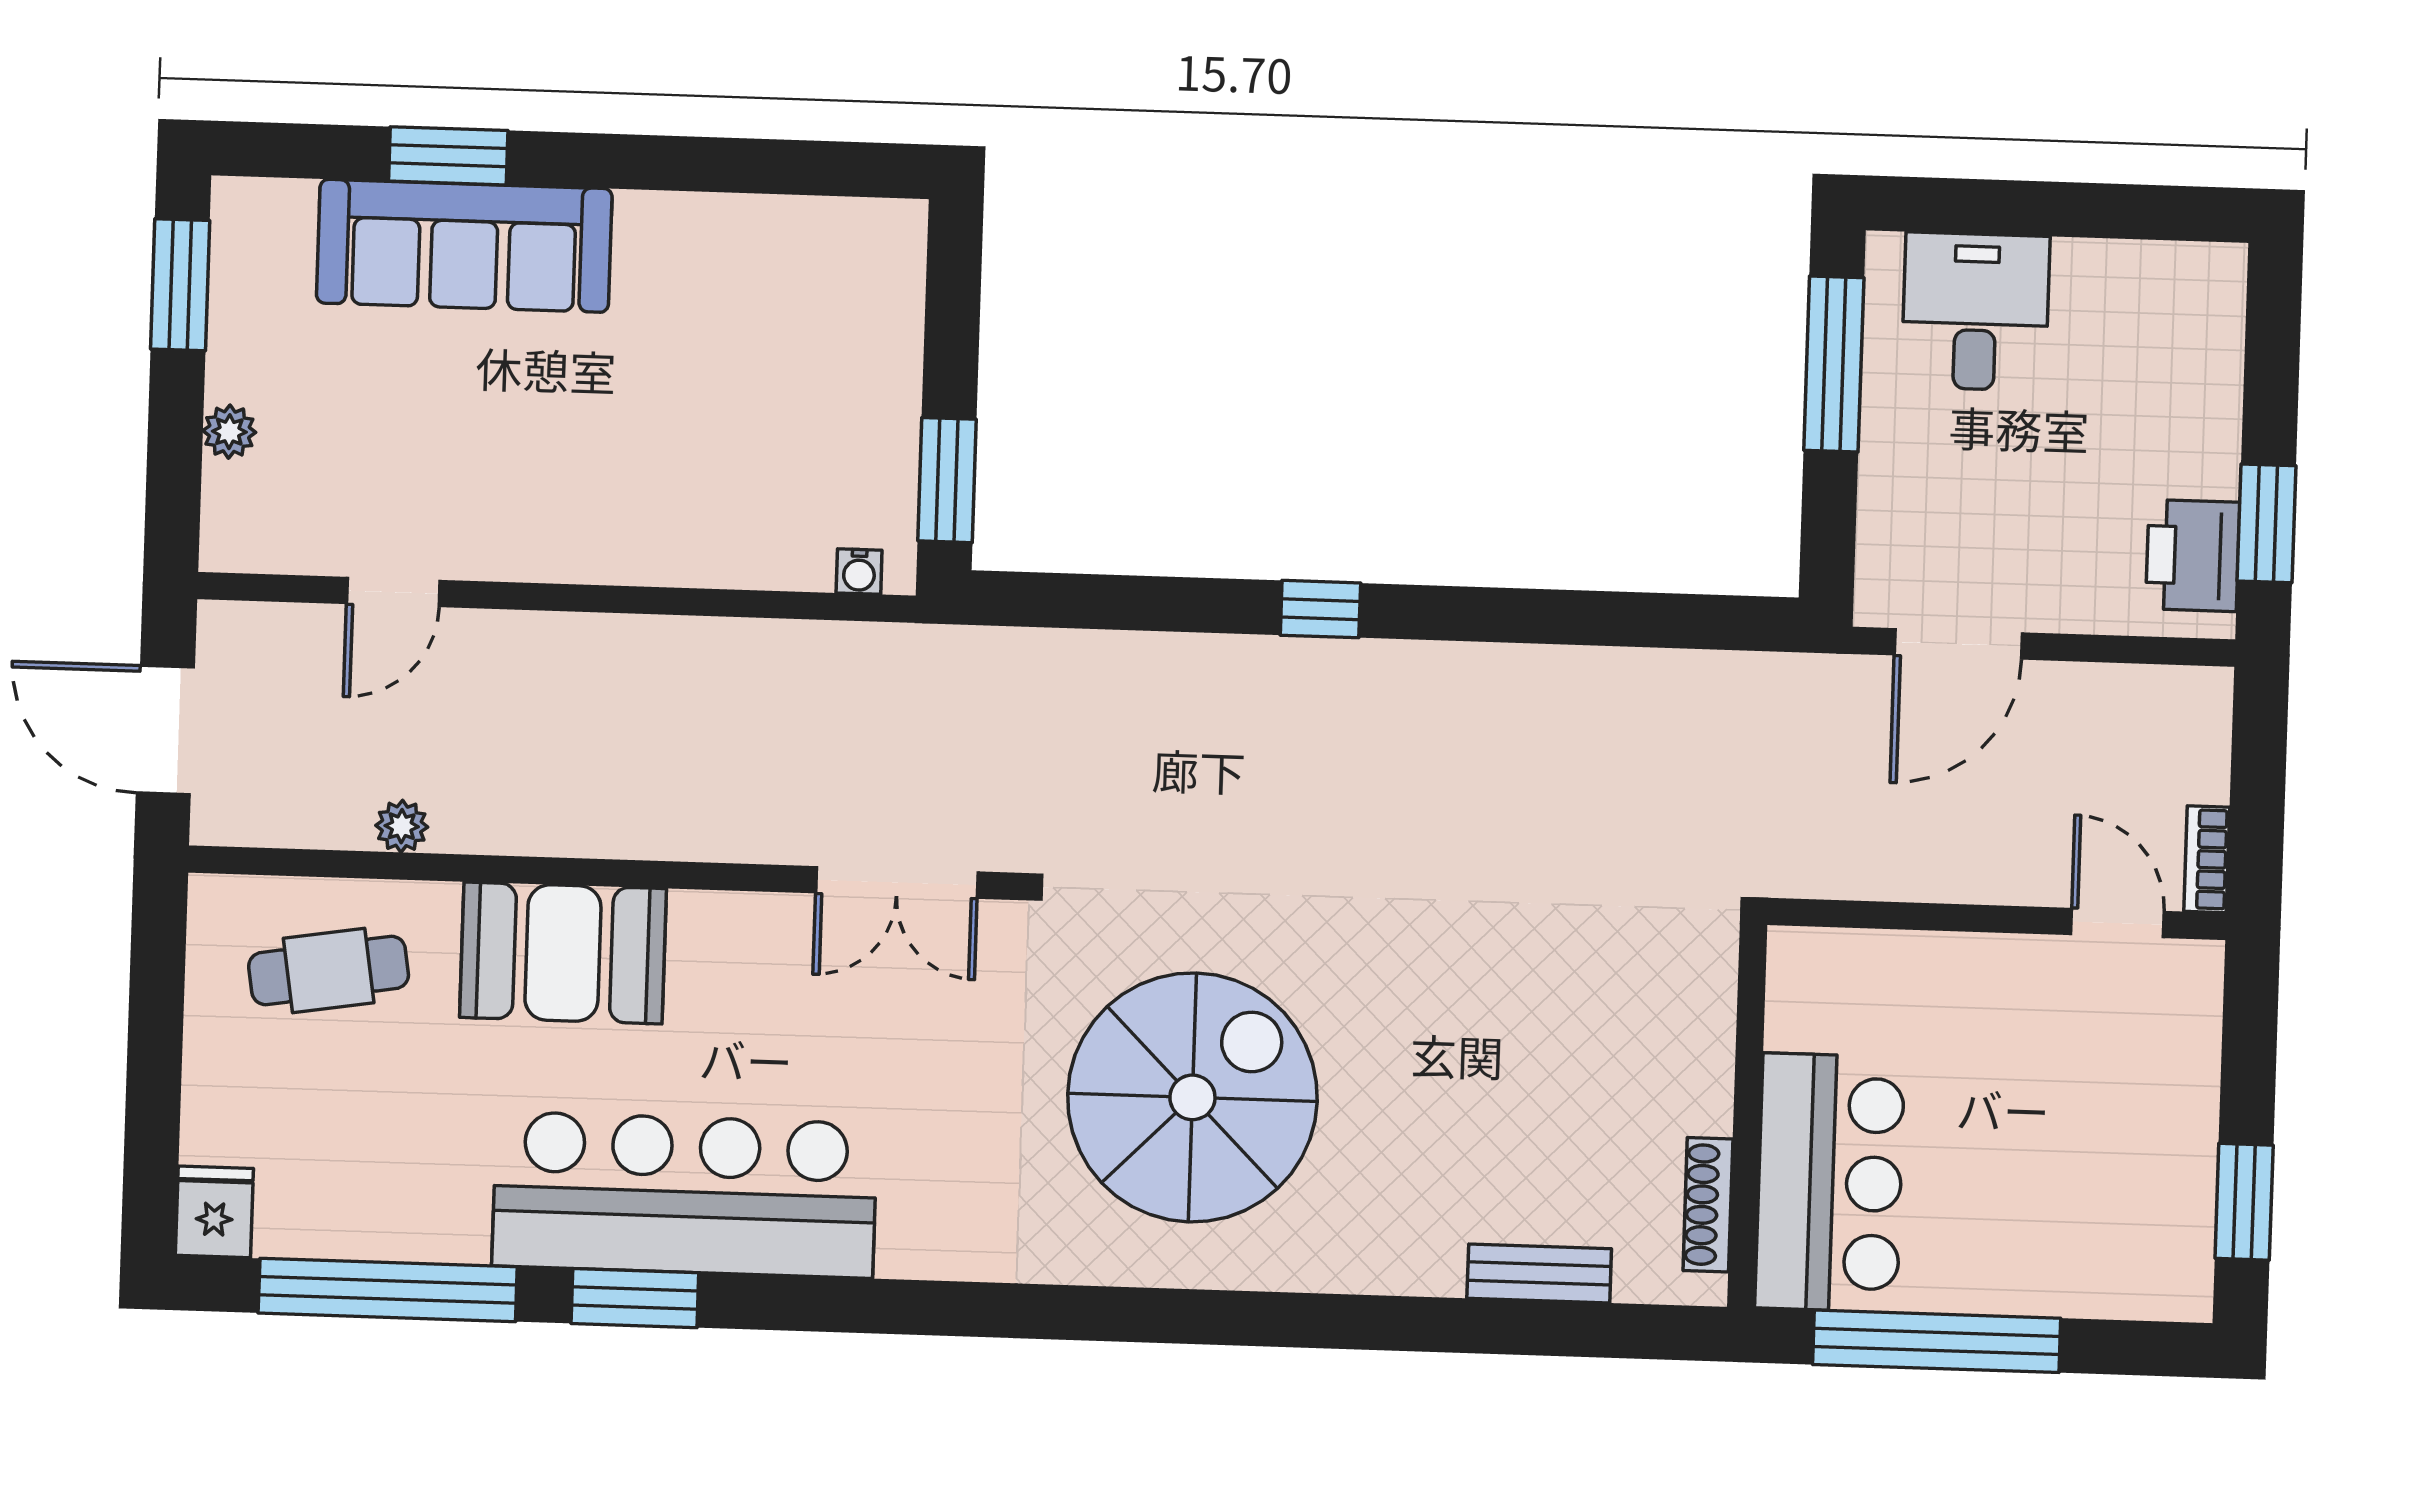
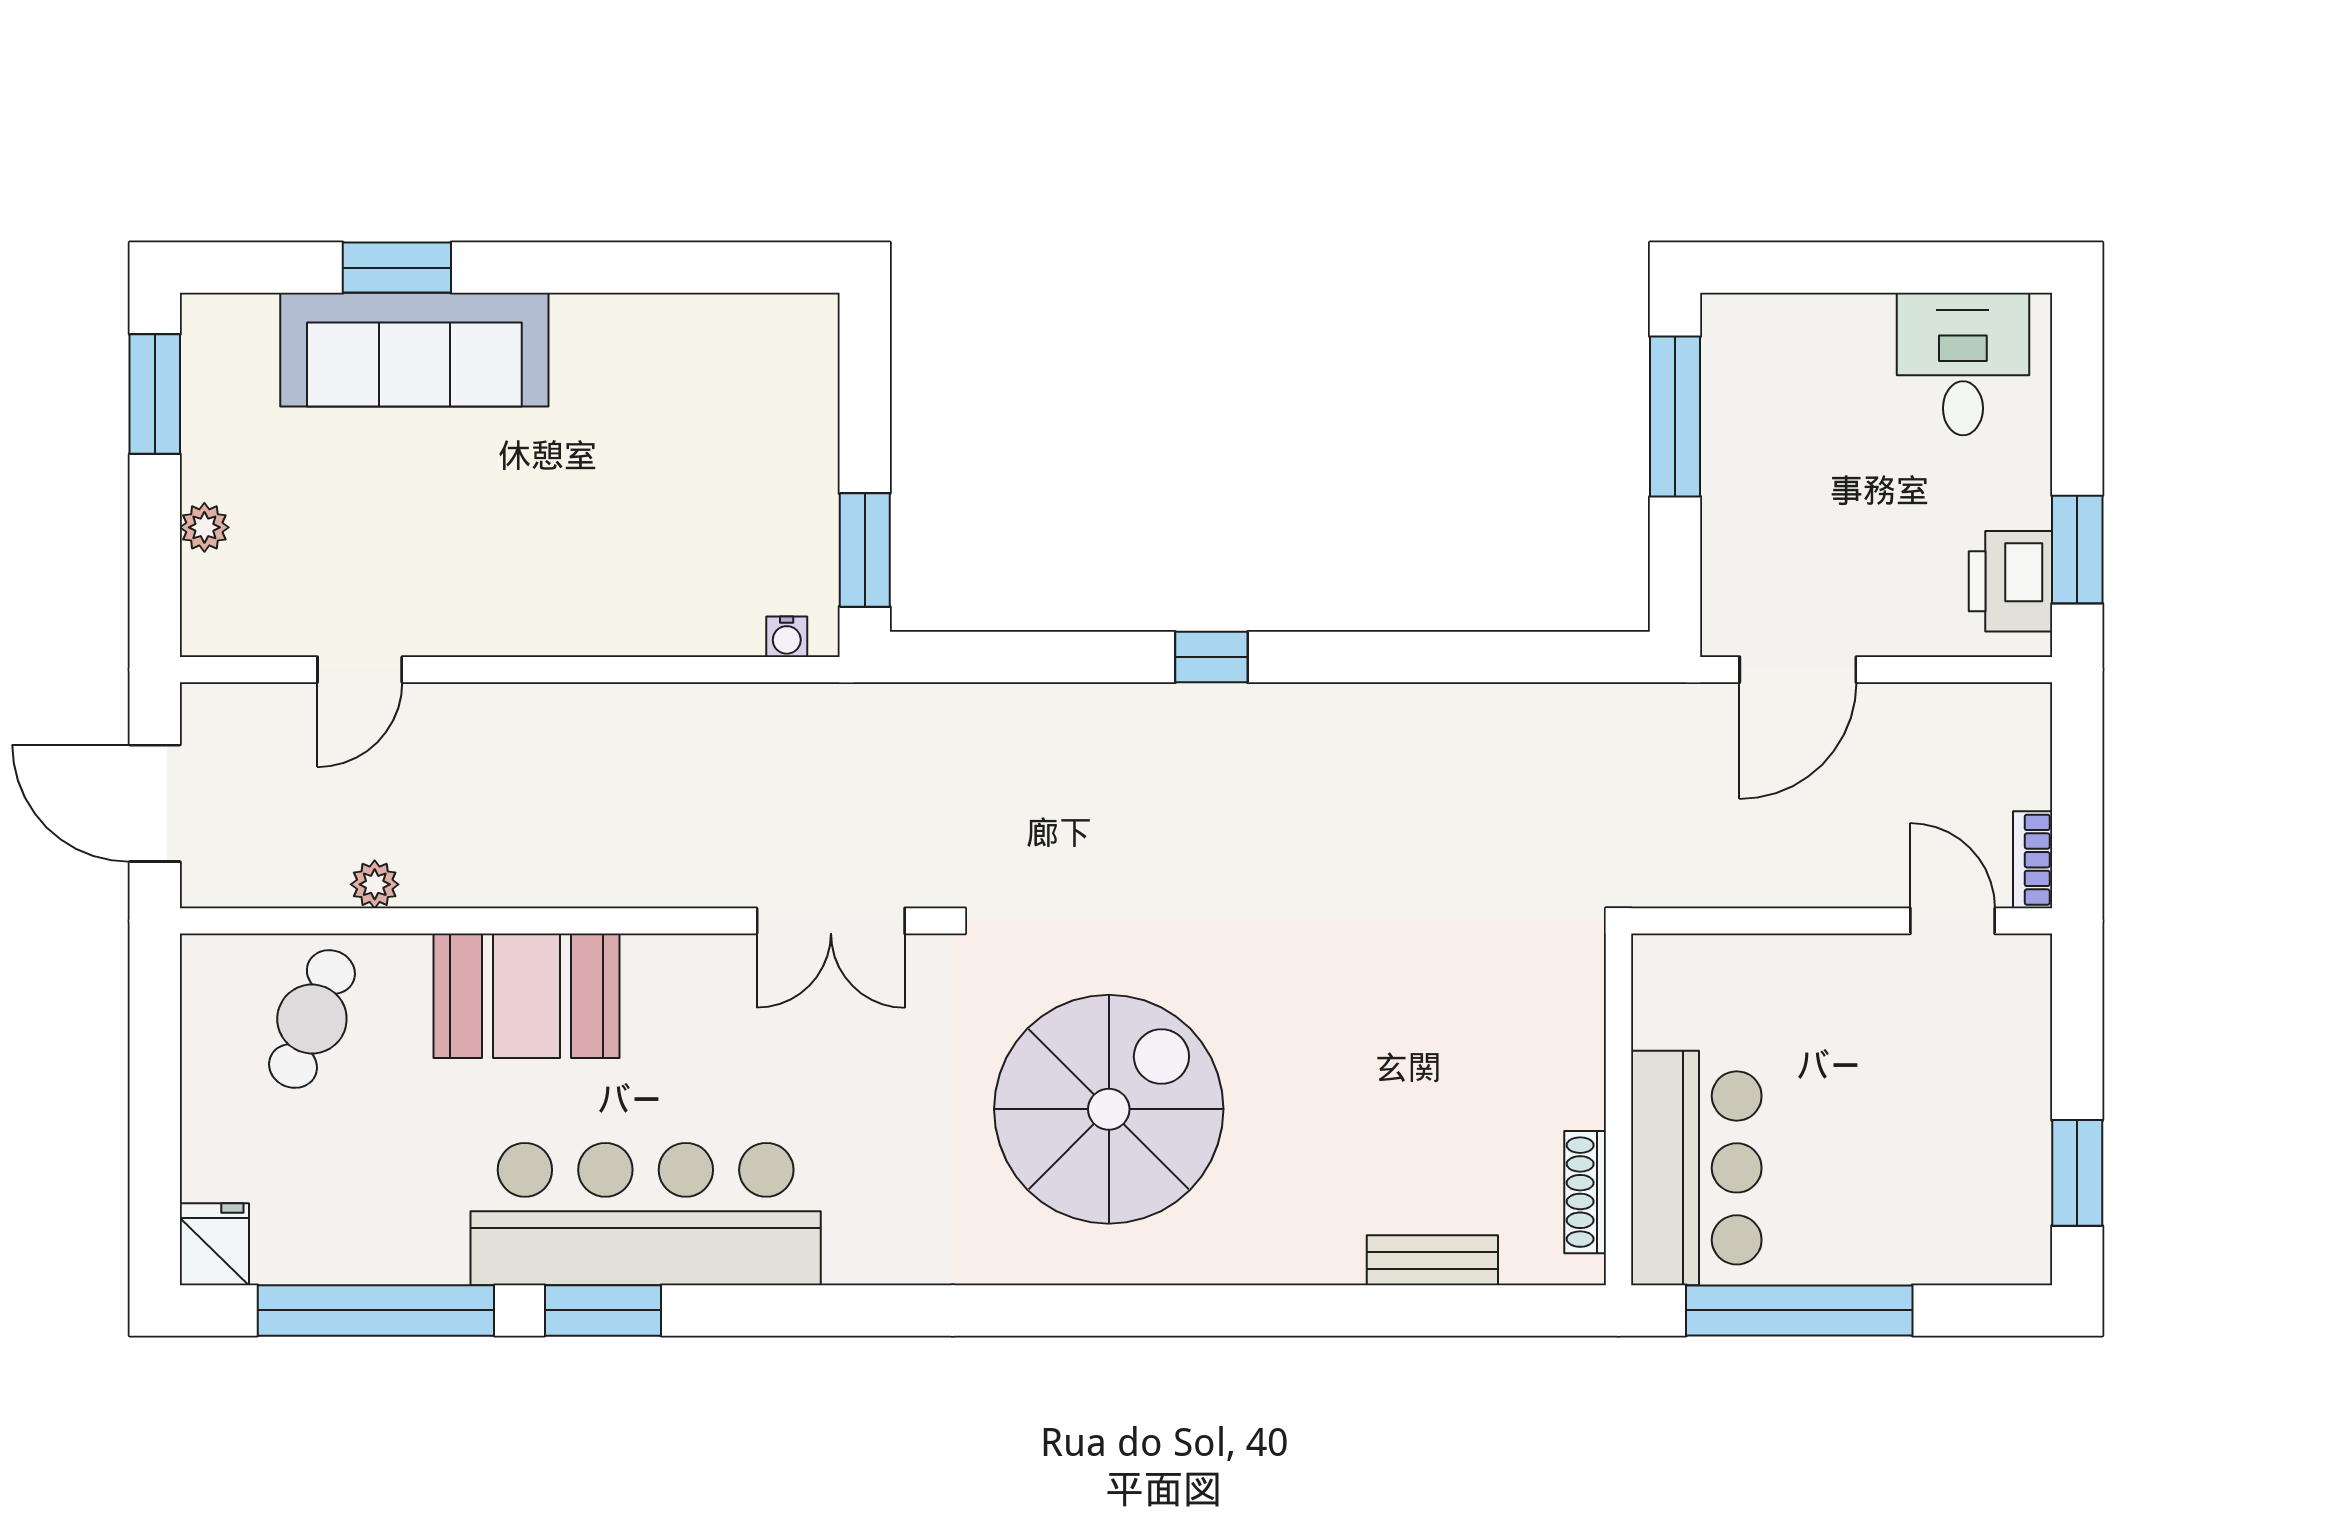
desk: (1976, 312) -> (1963, 364), moved
cafe table: (329, 970) -> (312, 1019), turned -59

